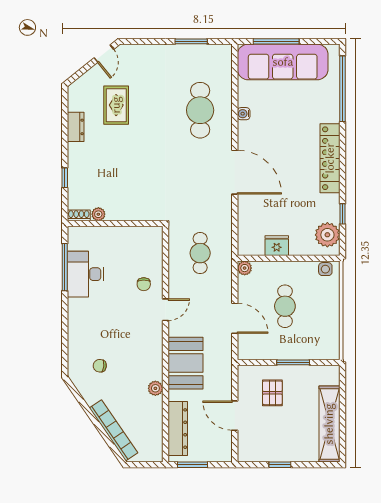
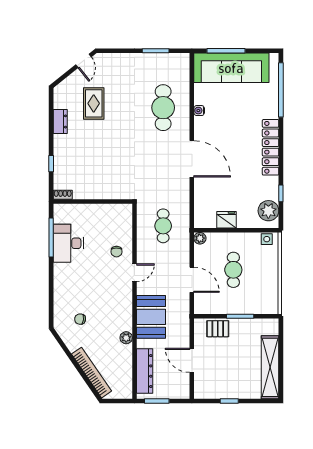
plant: (98, 214) -> (79, 194), removed
pallet: (272, 393) -> (218, 329), moved, turned 90

